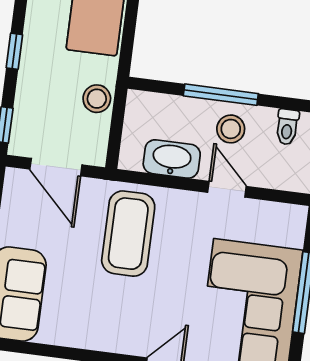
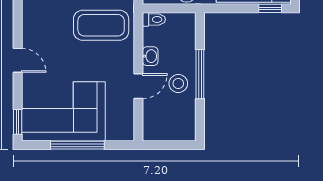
toilet: (287, 127) -> (154, 19), moved, turned 180
washbasin: (172, 159) -> (150, 56), width x0.52, depth x0.69

